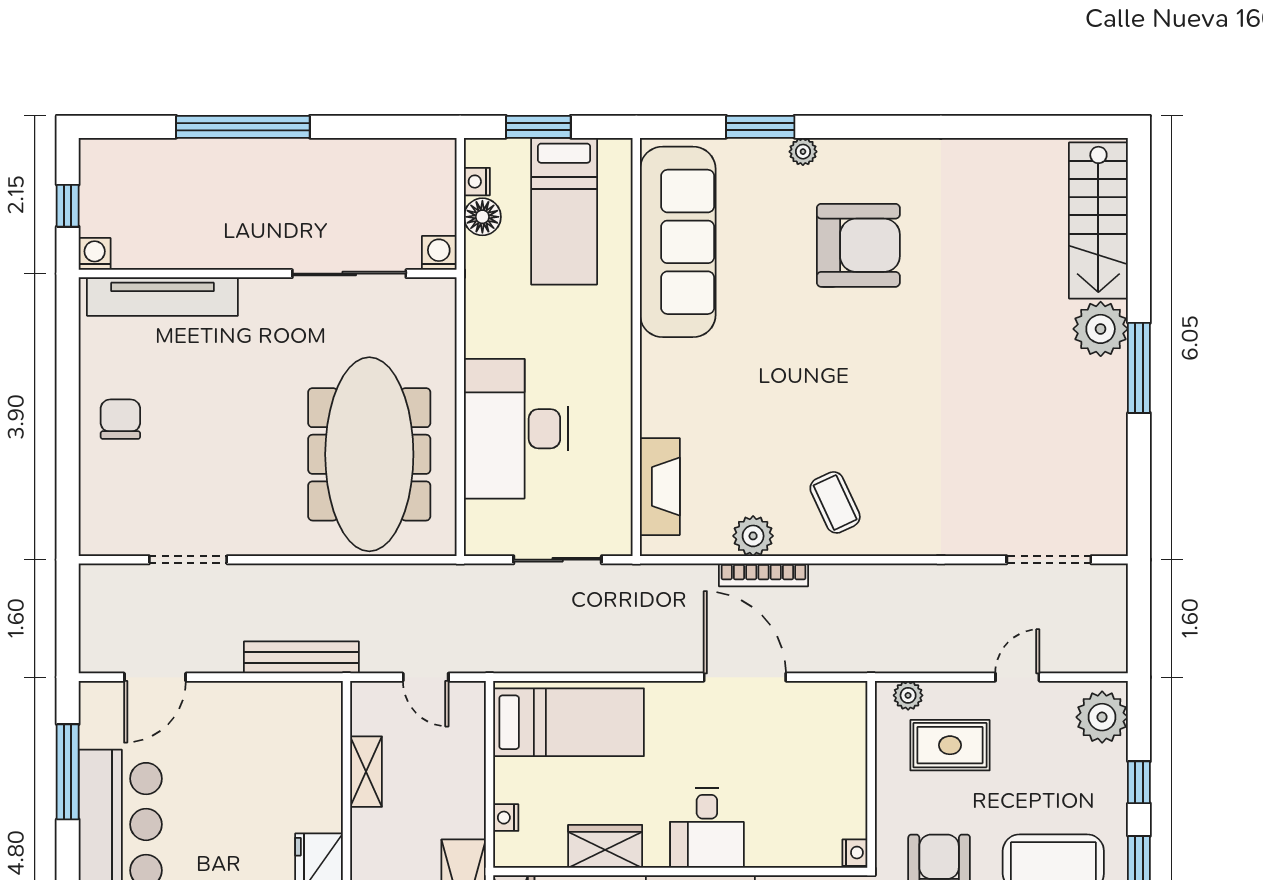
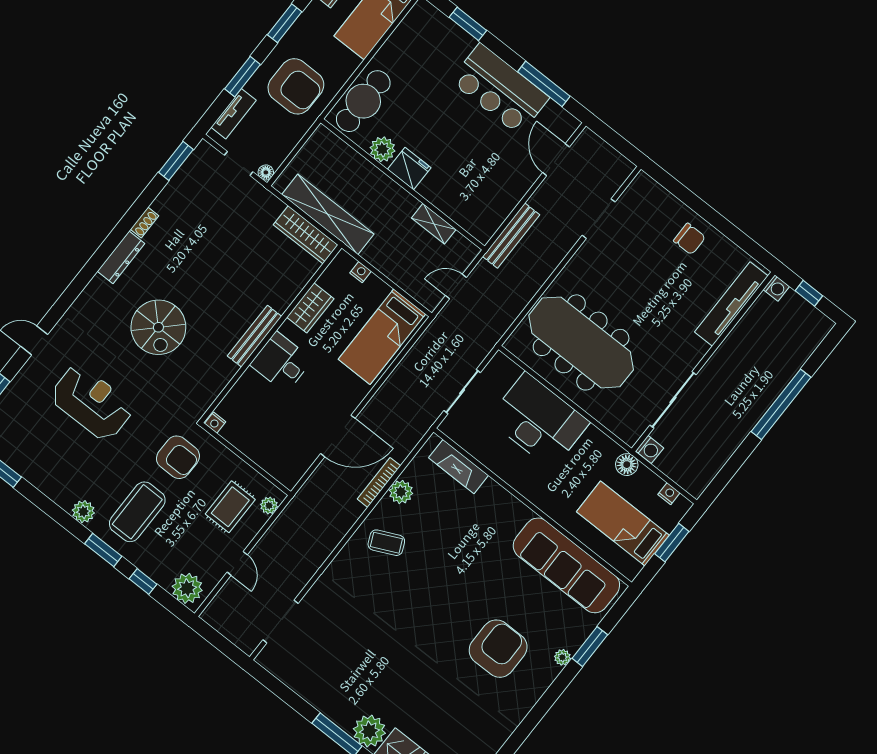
floor lamp: (482, 217) -> (627, 465), moved
armchair: (858, 245) -> (498, 649), turned 180

